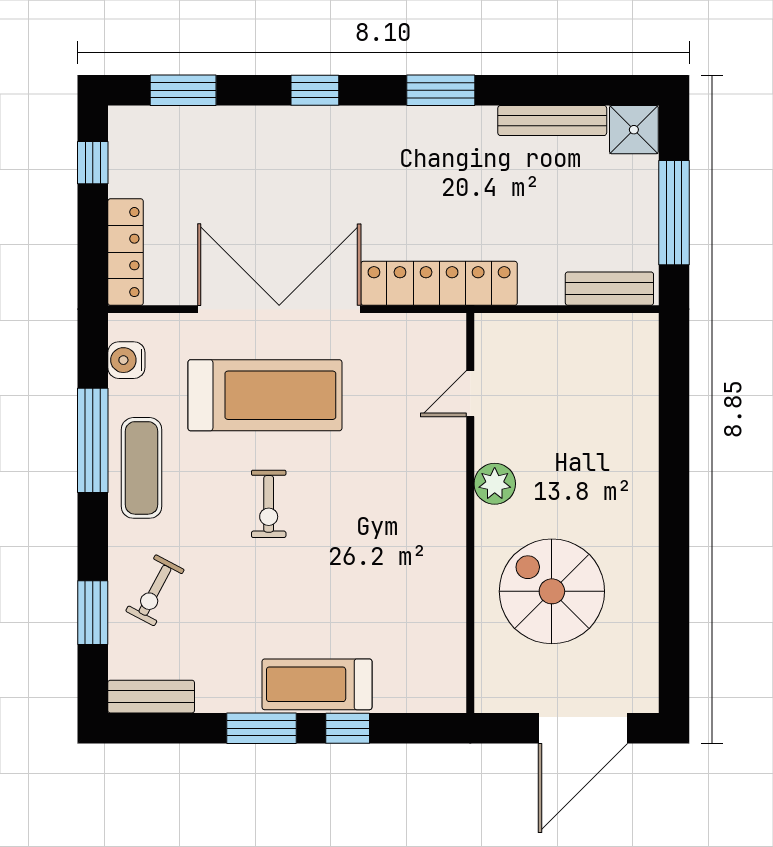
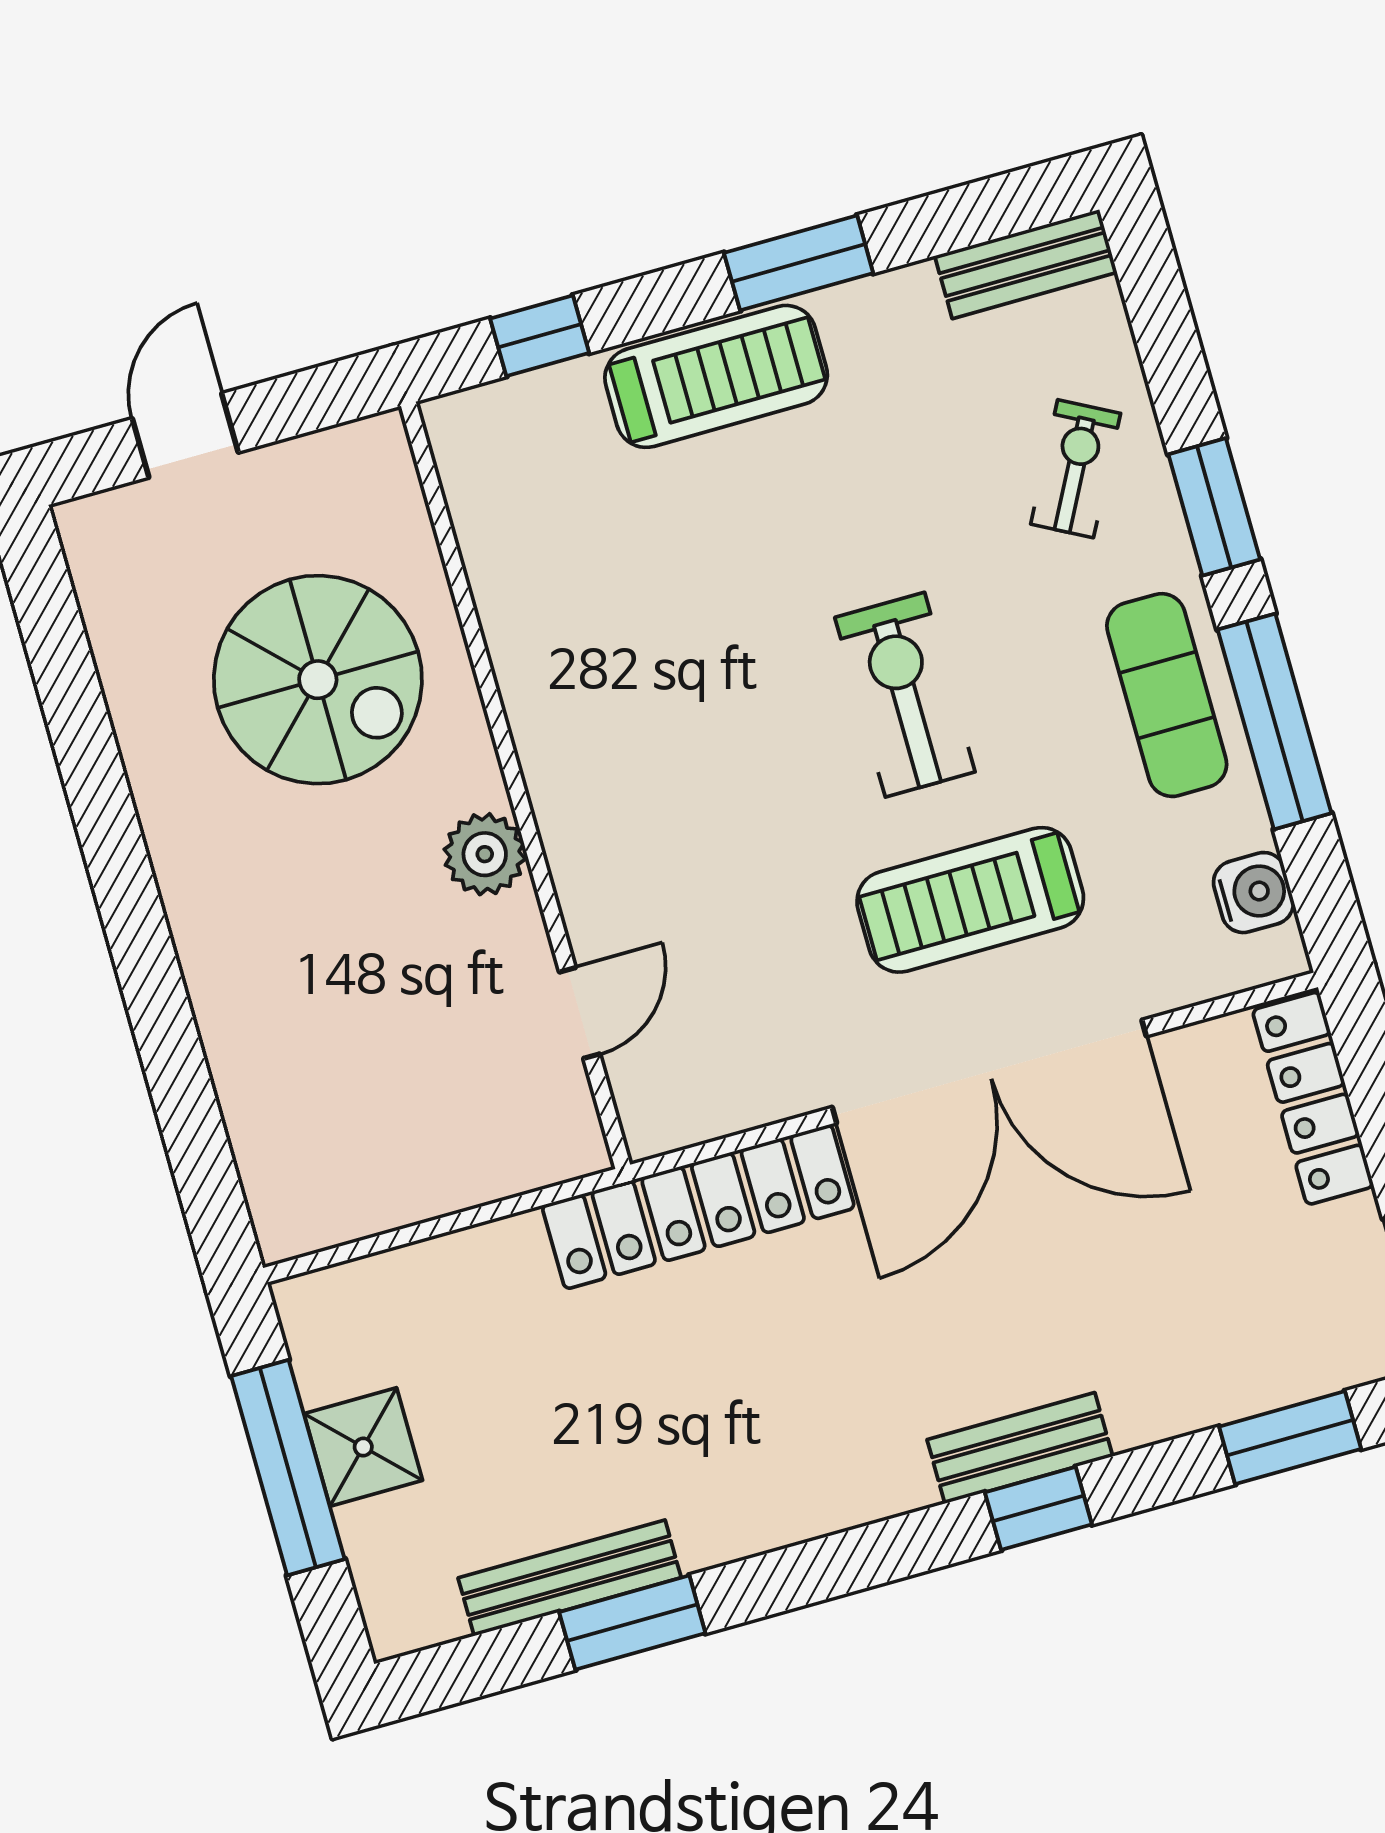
window: (441, 90) -> (632, 1623), moved
shower: (634, 130) -> (363, 1447), moved
bench: (609, 289) -> (1020, 1448), moved
treadmill: (265, 395) -> (970, 900), width x0.73, depth x0.73
exercise bike: (269, 504) -> (905, 695), width x1.38, depth x1.39
window: (93, 613) -> (1214, 507), moved
window: (348, 728) -> (540, 336), moved
door: (583, 728) -> (185, 435), width x0.53

